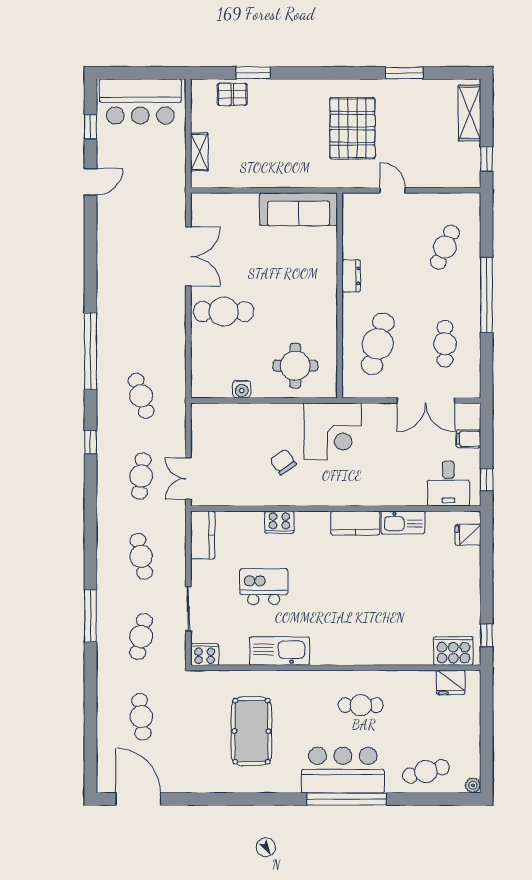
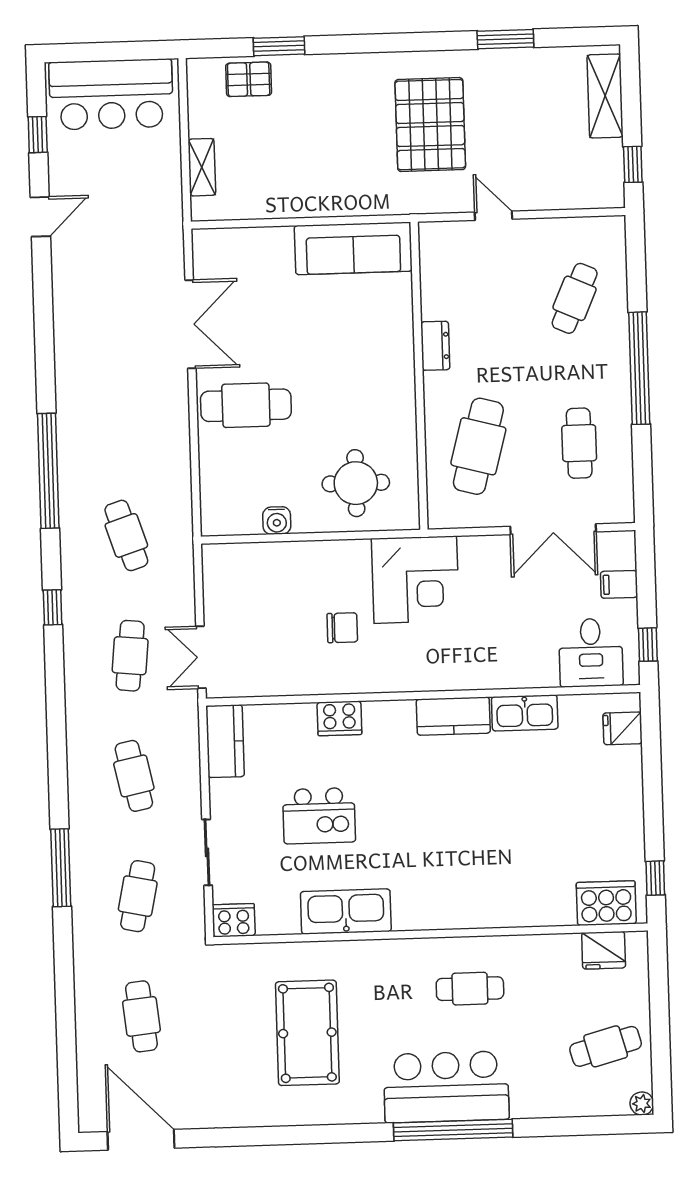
chair: (283, 462) -> (342, 628), turned 124
kitchen island: (264, 587) -> (319, 816), turned 180
cafe table: (426, 771) -> (606, 1046), moved

